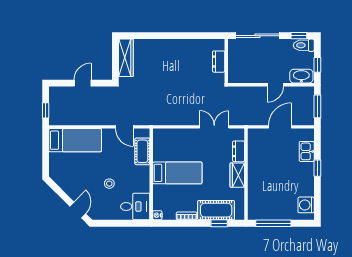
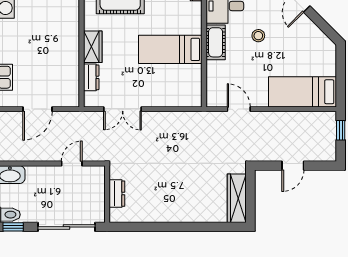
door: (275, 85) -> (72, 163), moved
cot: (142, 151) -> (216, 42), moved

